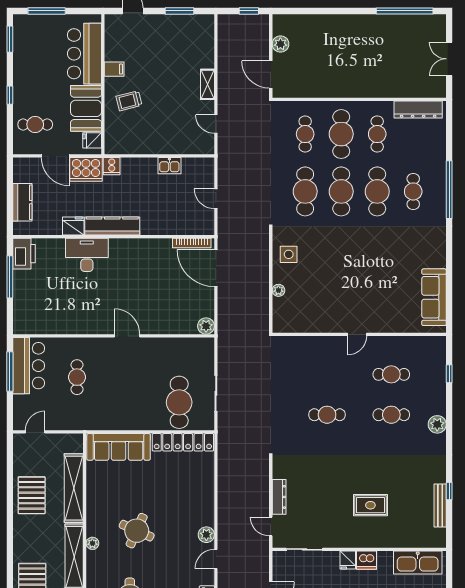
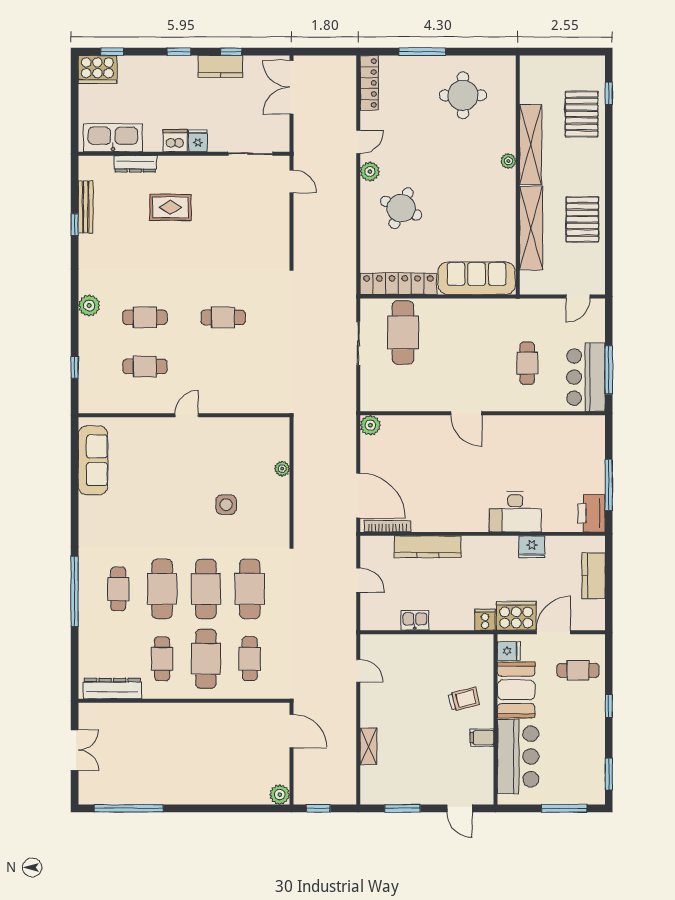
plant: (280, 44) -> (280, 795), moved
shelving: (207, 84) -> (368, 747), moved
door: (55, 156) -> (553, 632), hinge flipped
kitchen counter: (112, 226) -> (428, 547), moved
side table: (289, 254) -> (226, 505), moved
dresser: (279, 497) -> (135, 164), moved, turned -90
round table: (137, 531) -> (401, 208), moved

